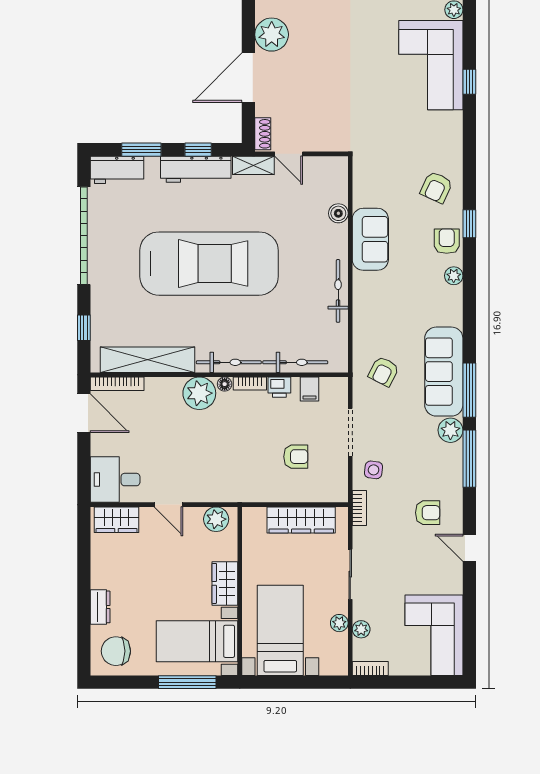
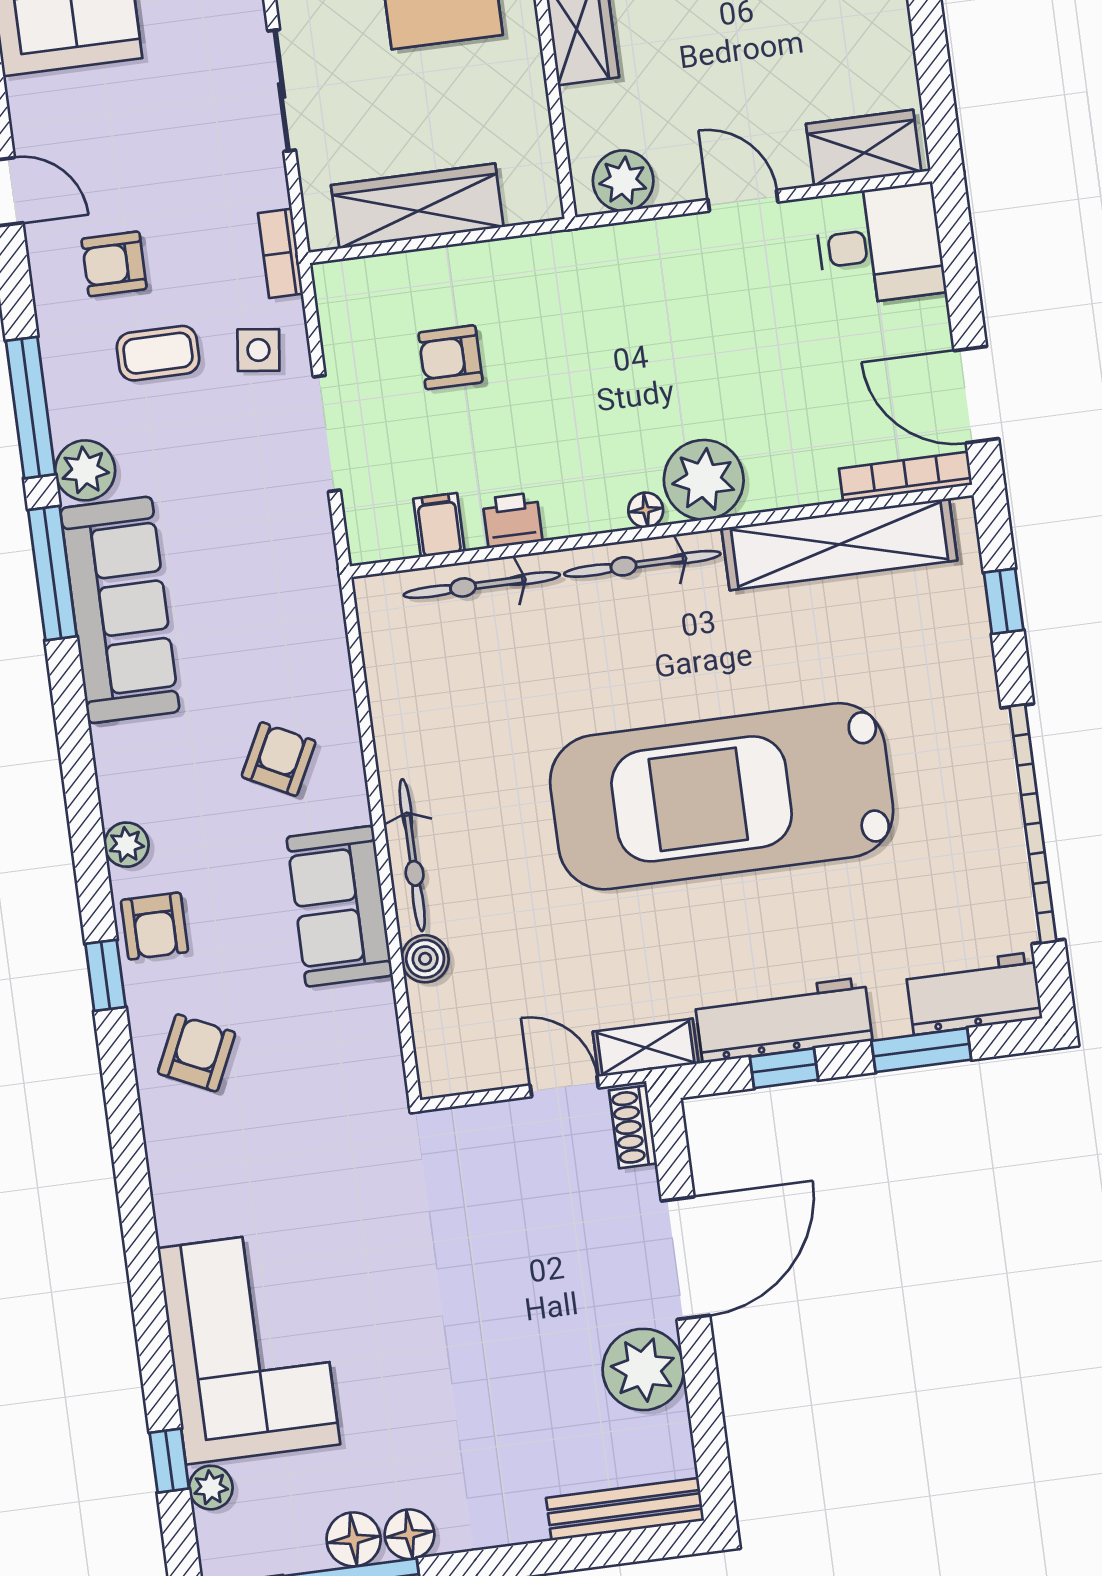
window: (469, 82) -> (169, 1461), moved
bicycle: (338, 291) -> (412, 855), moved
armchair: (384, 371) -> (279, 759), moved
bookcase: (250, 383) -> (585, 519), removed
coffee table: (415, 474) -> (158, 353), added

